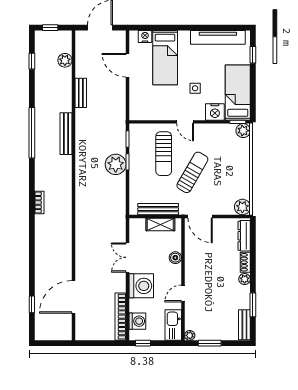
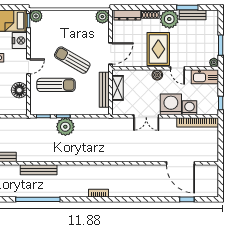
floor lamp: (158, 111) -> (19, 90), added
boiler: (175, 258) -> (157, 75), moved
rug: (205, 271) -> (158, 49), added
plant: (245, 279) -> (169, 19), width x1.87, depth x1.87
washing machine: (137, 321) -> (190, 108), moved
bench: (244, 325) -> (193, 15), moved

